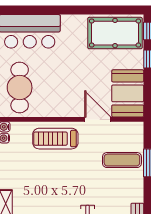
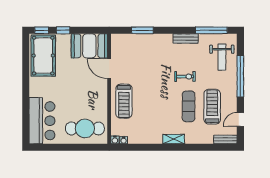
door: (98, 119) -> (109, 69), hinge flipped
exercise mat: (122, 160) -> (140, 50), removed

